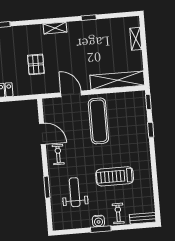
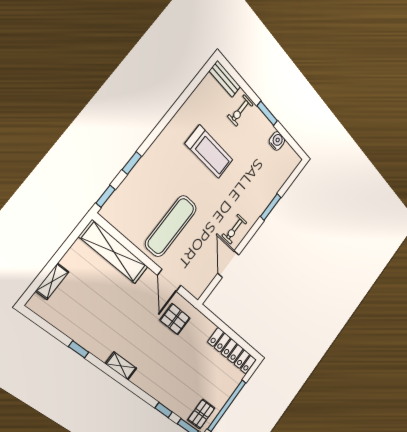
pallet: (36, 64) -> (175, 319), moved, turned 90
weight bench: (75, 192) -> (255, 176), removed
water cooler: (98, 221) -> (277, 141), moved

